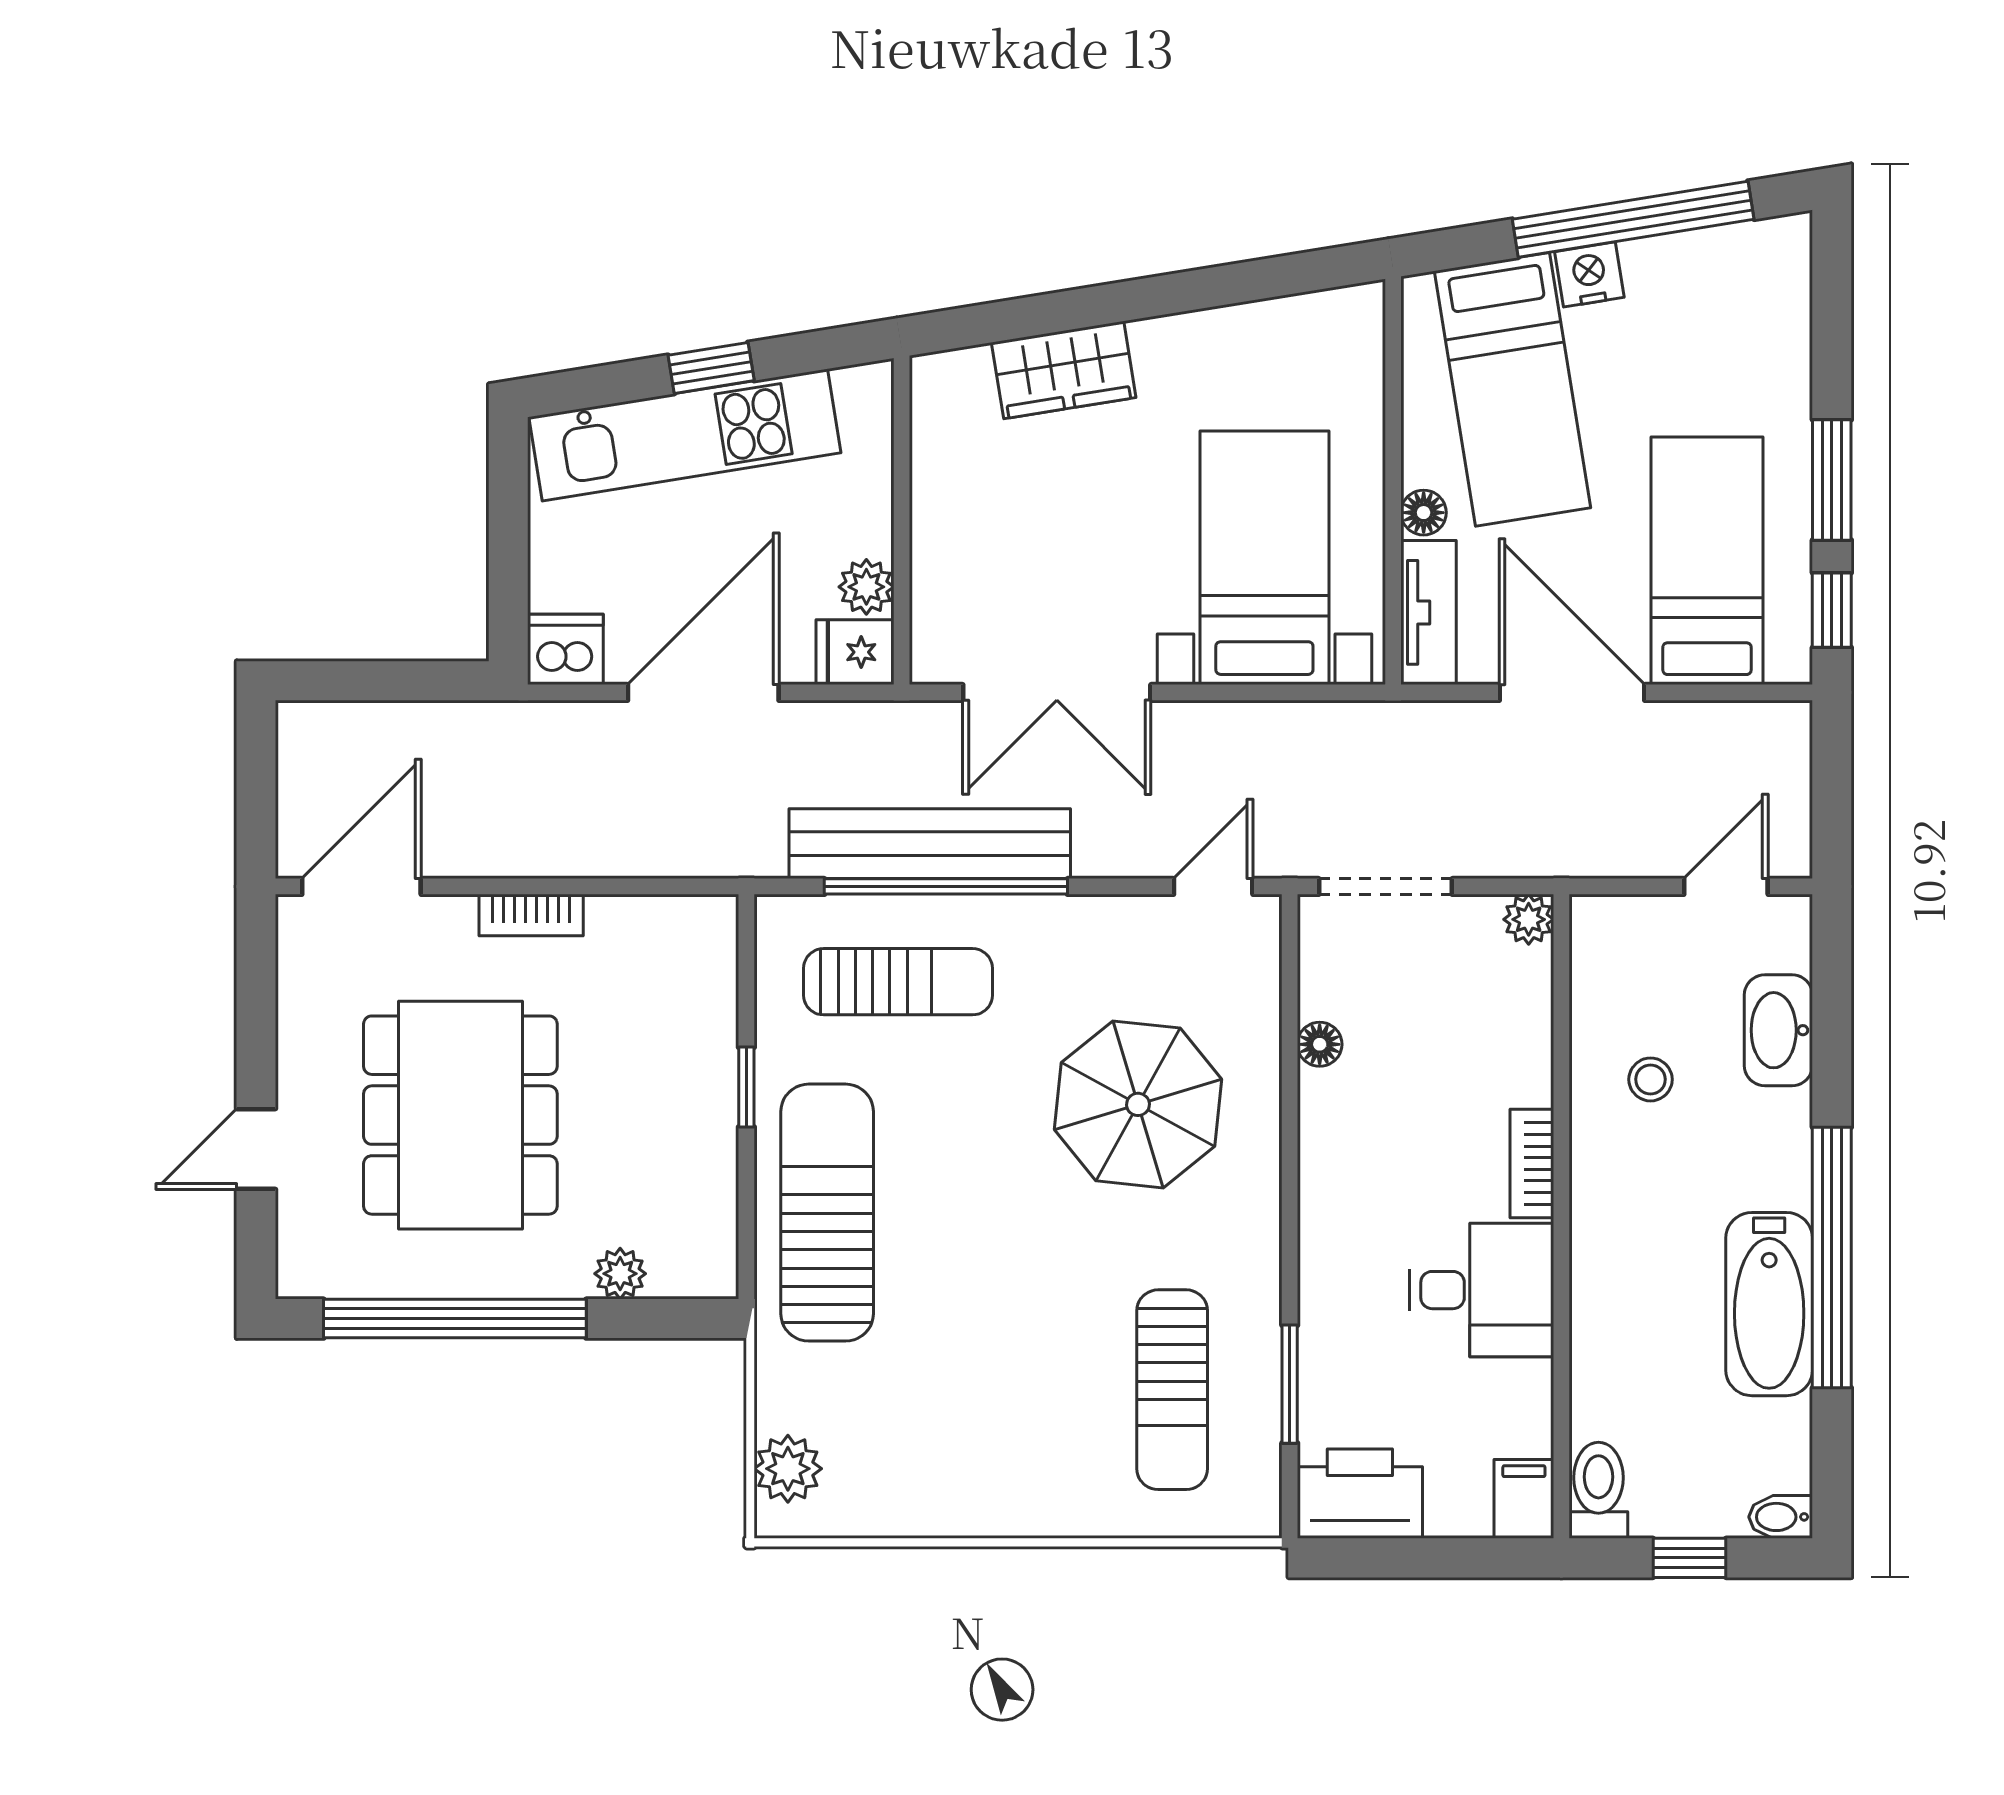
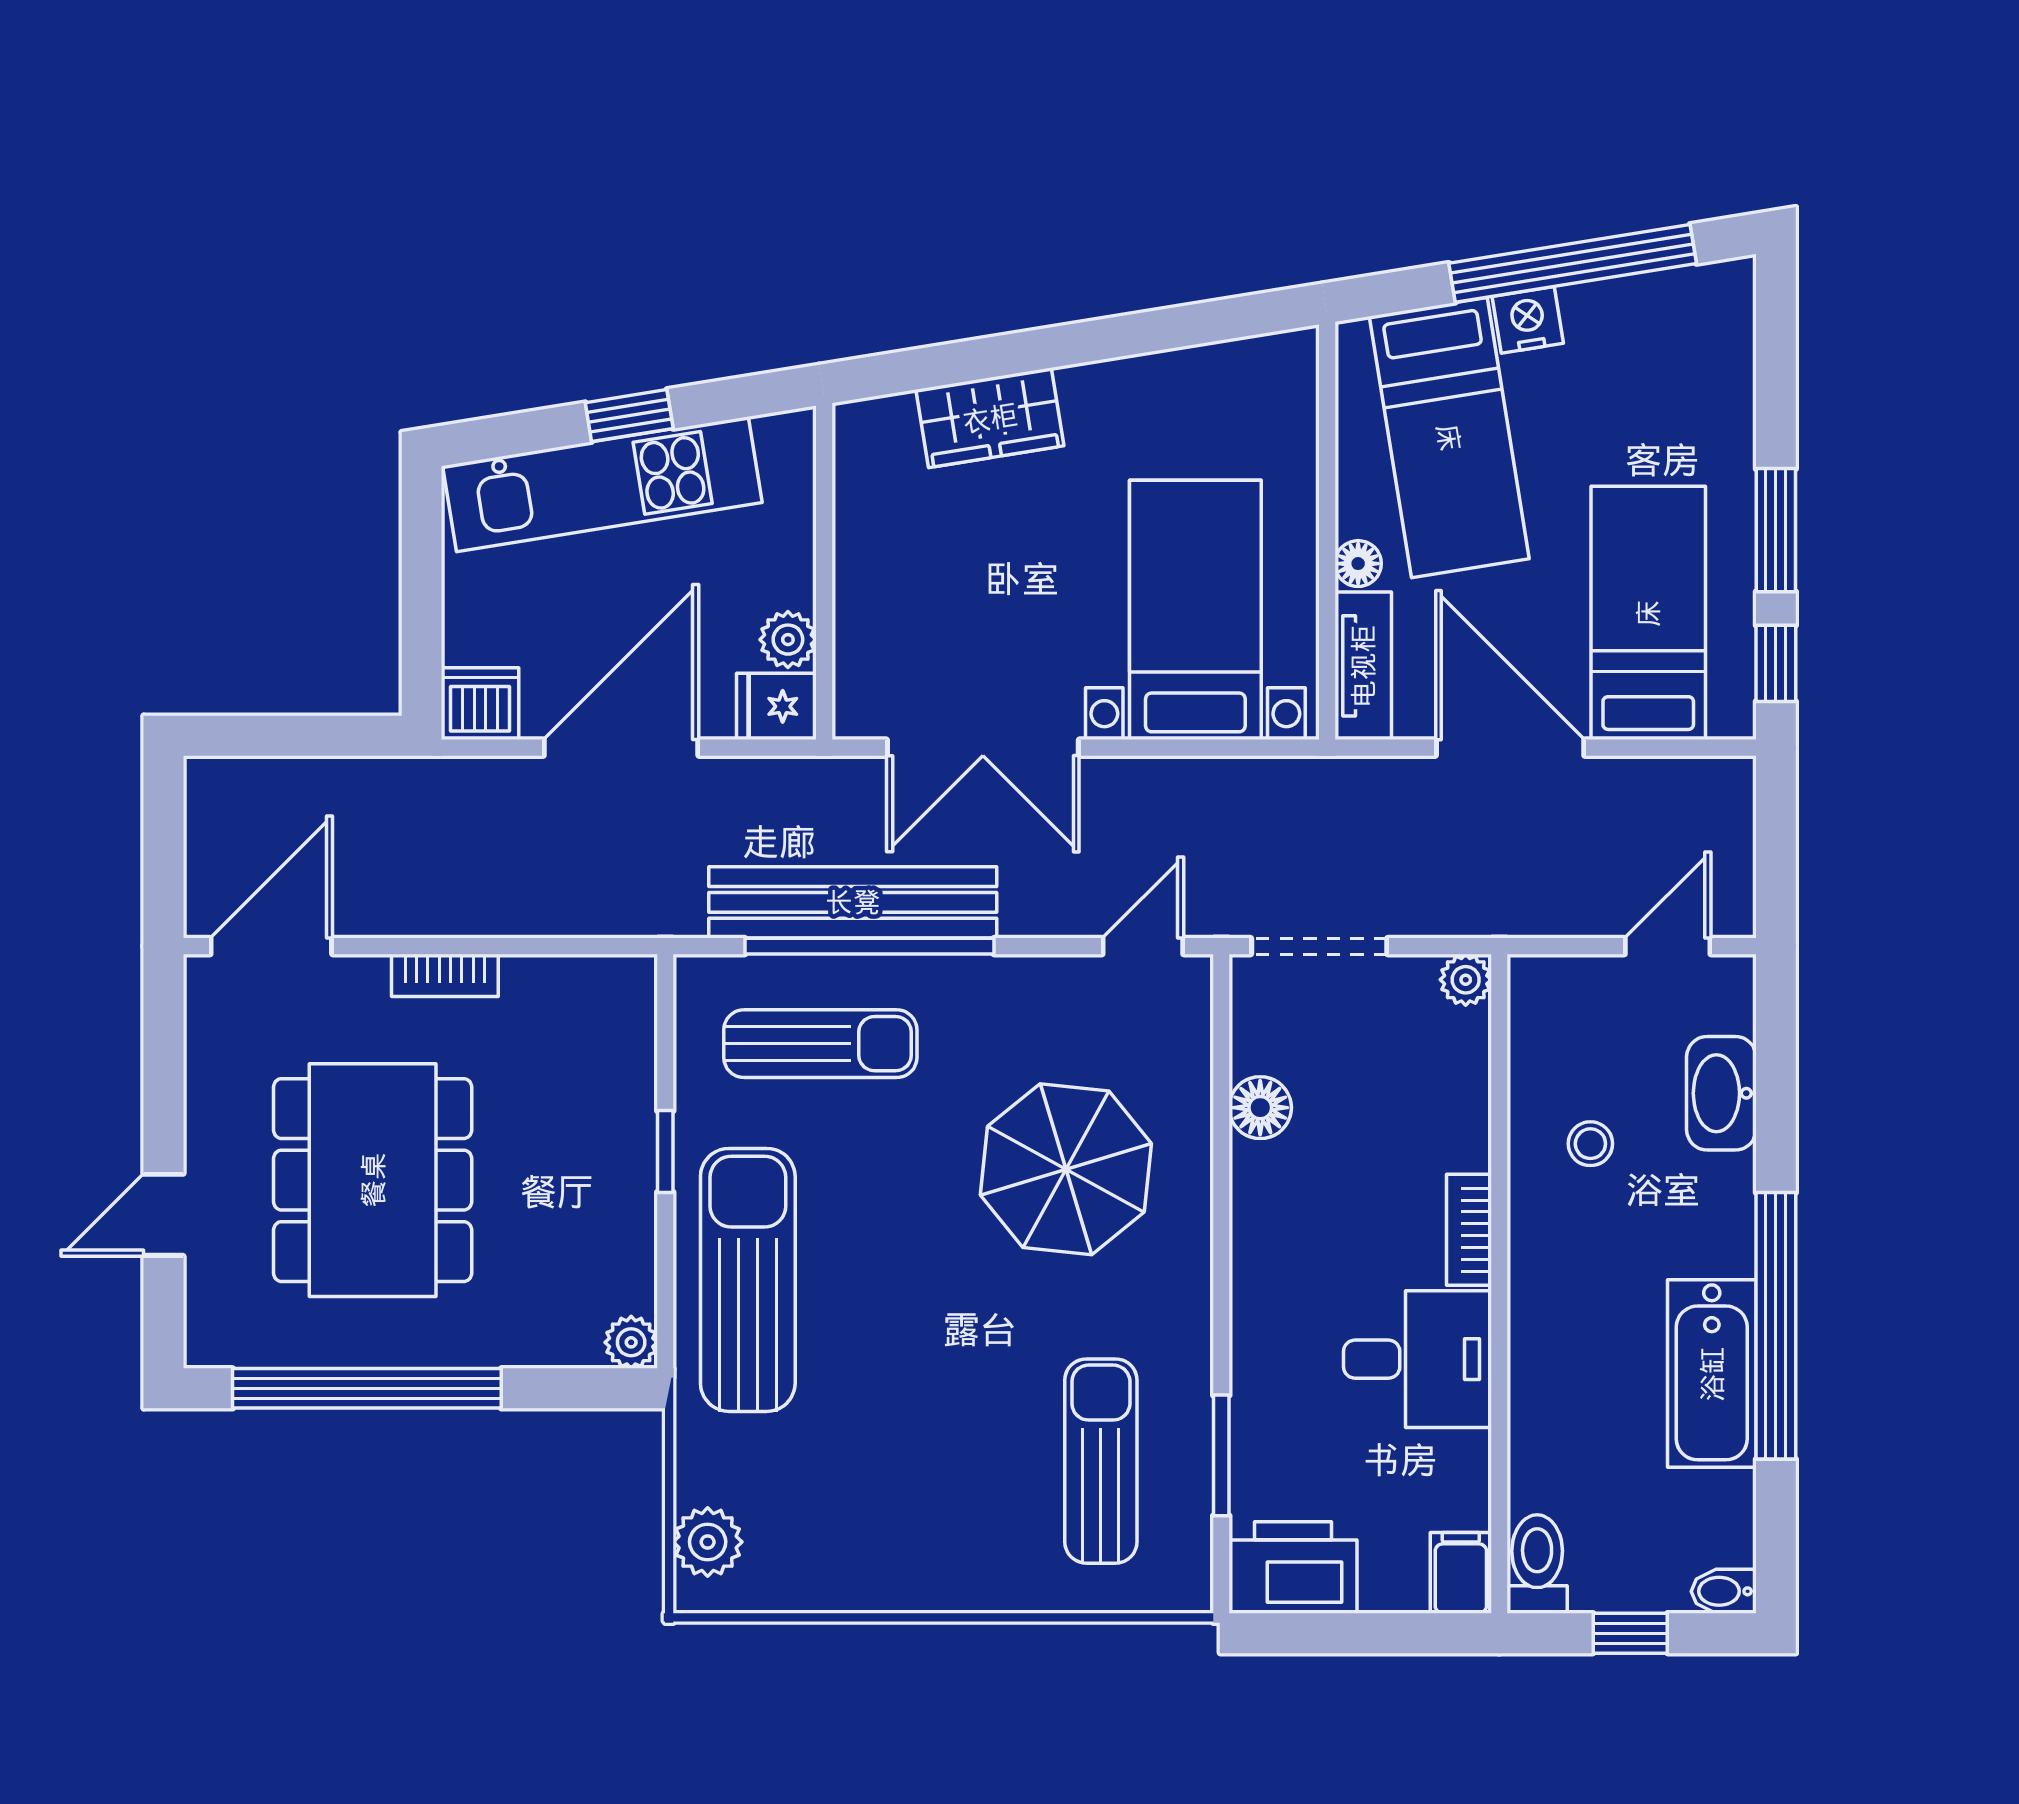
floor lamp: (1320, 1044) -> (1260, 1108), width x1.37, depth x1.37
plant: (620, 1274) -> (631, 1342), moved
sun lounger: (1172, 1390) -> (1101, 1461), turned 180

